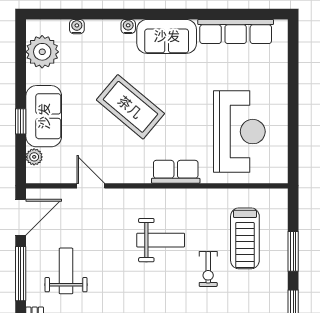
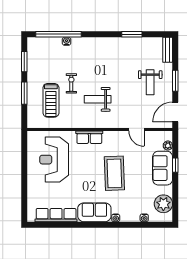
coffee table: (130, 107) -> (114, 173), turned 48
treadmill: (245, 238) -> (51, 100), turned 180
window: (21, 274) -> (175, 81), width x0.69

